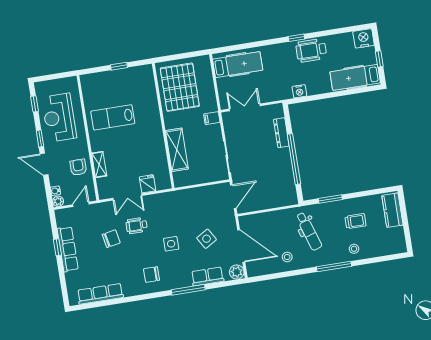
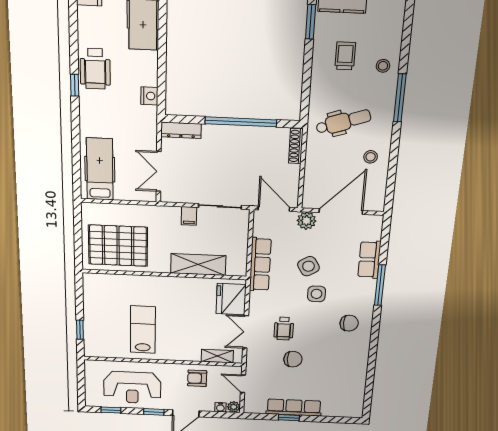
window: (119, 66) -> (80, 330), moved
lab bench: (113, 117) -> (143, 330), turned 180
filing cabinet: (212, 118) -> (189, 216), moved
dresser: (281, 133) -> (181, 130), moved
shelving: (99, 165) -> (217, 356), moved
fridge: (148, 184) -> (231, 299), width x1.88, depth x1.34
double door: (127, 197) -> (246, 332), swing flipped
window: (330, 199) -> (311, 22), moved
shoe rack: (284, 202) -> (296, 146), added
chair: (111, 239) -> (293, 359), turned 101
side table: (207, 239) -> (308, 266), moved
plant: (237, 272) -> (306, 221), moved
chair: (152, 274) -> (349, 323), turned -90
row of seats: (100, 294) -> (260, 265), moved, turned 180

